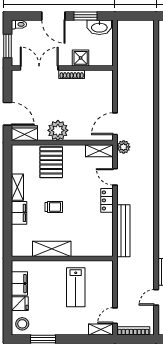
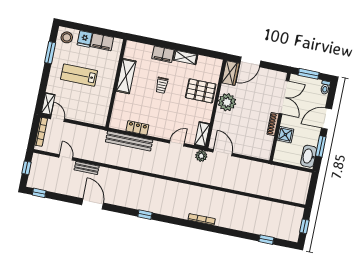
locker: (107, 200) -> (137, 128), moved
lab bench: (76, 287) -> (79, 75), moved

